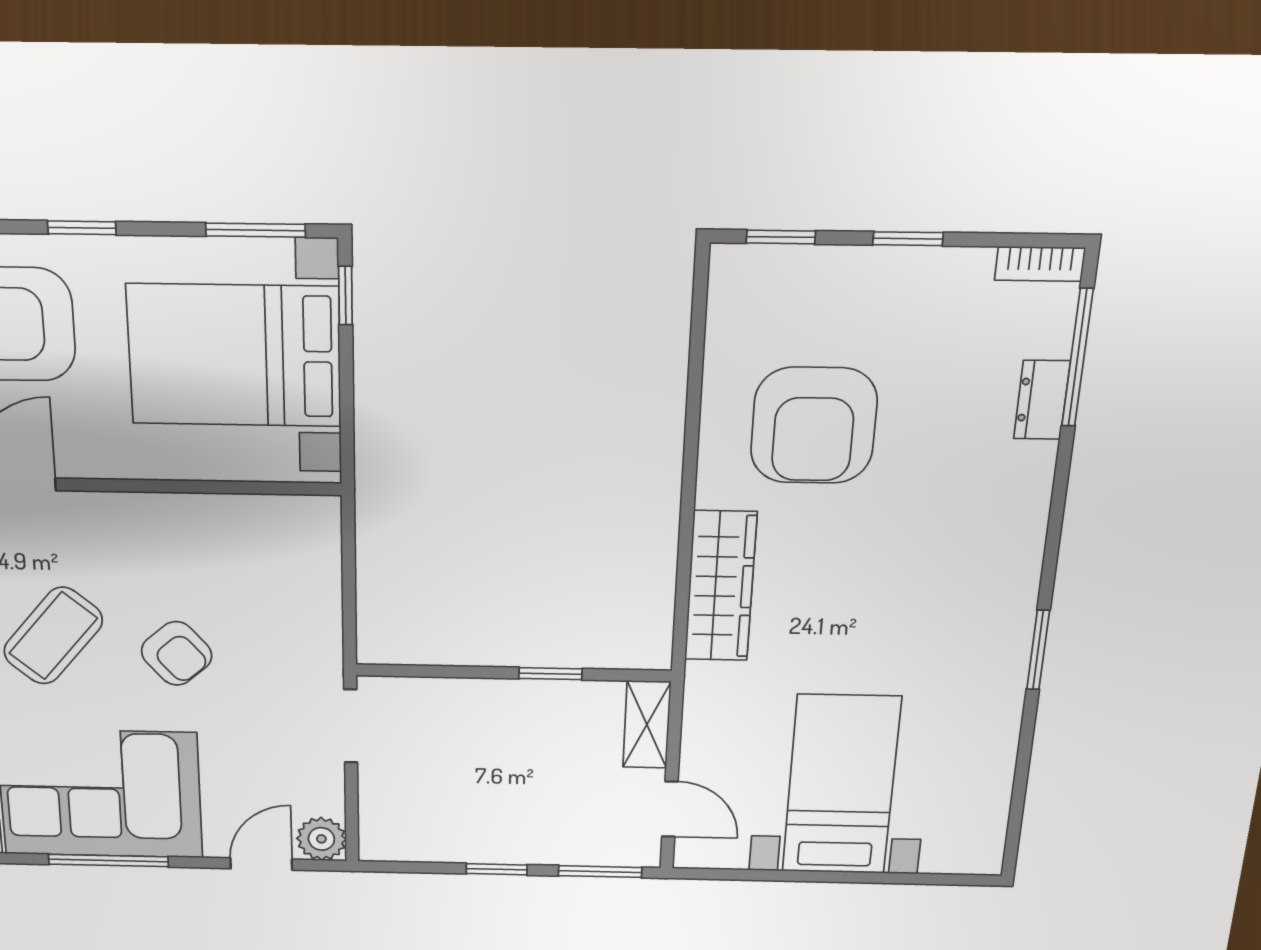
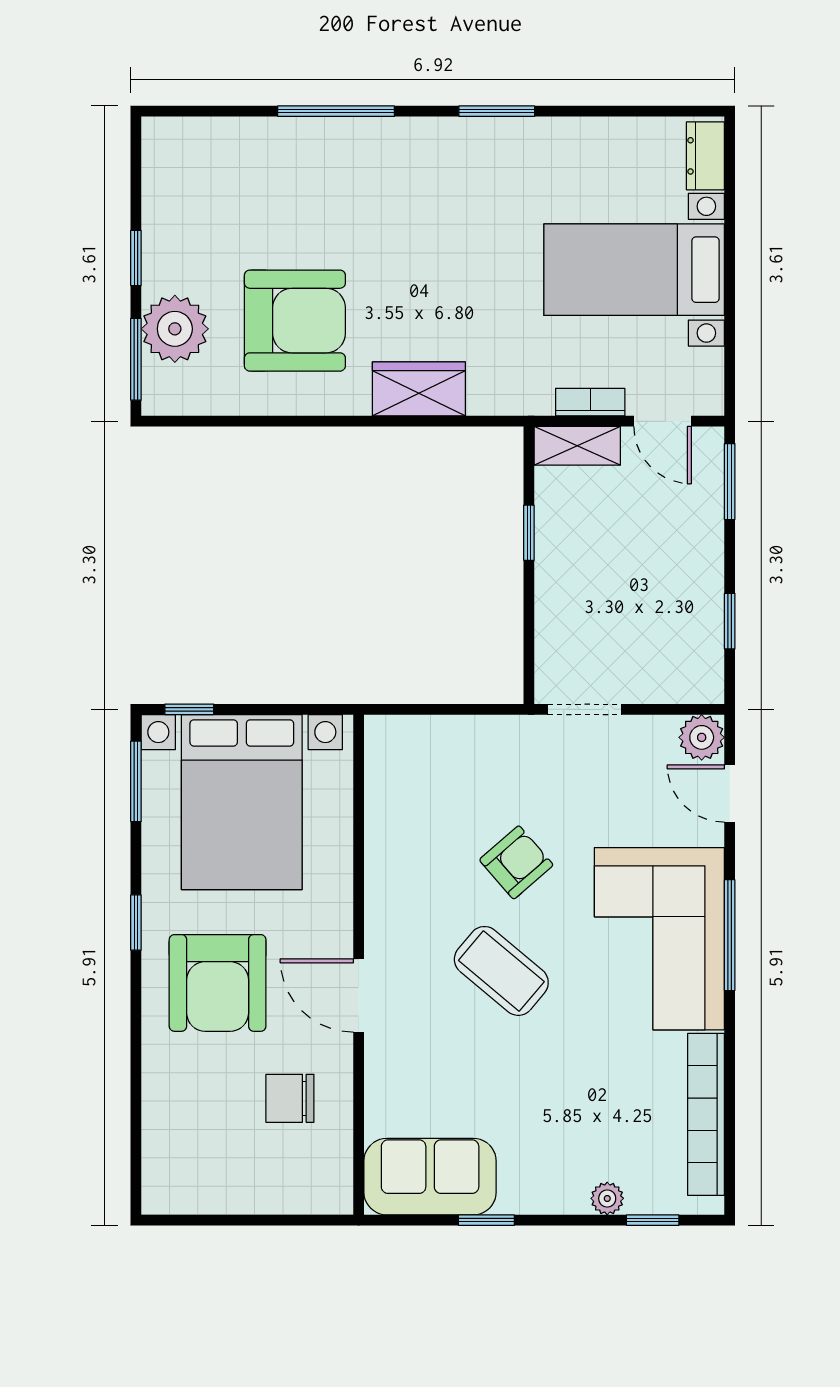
window: (781, 237) -> (136, 359), width x1.50
bookcase: (1040, 264) -> (590, 402), moved, turned -90
plant: (815, 285) -> (175, 329), added
window: (1077, 358) -> (336, 111), moved
dresser: (1042, 400) -> (705, 156), moved, turned 90
wardrobe: (720, 586) -> (419, 389), width x0.67
door: (670, 809) -> (663, 421), swing flipped
window: (497, 869) -> (730, 621), moved

